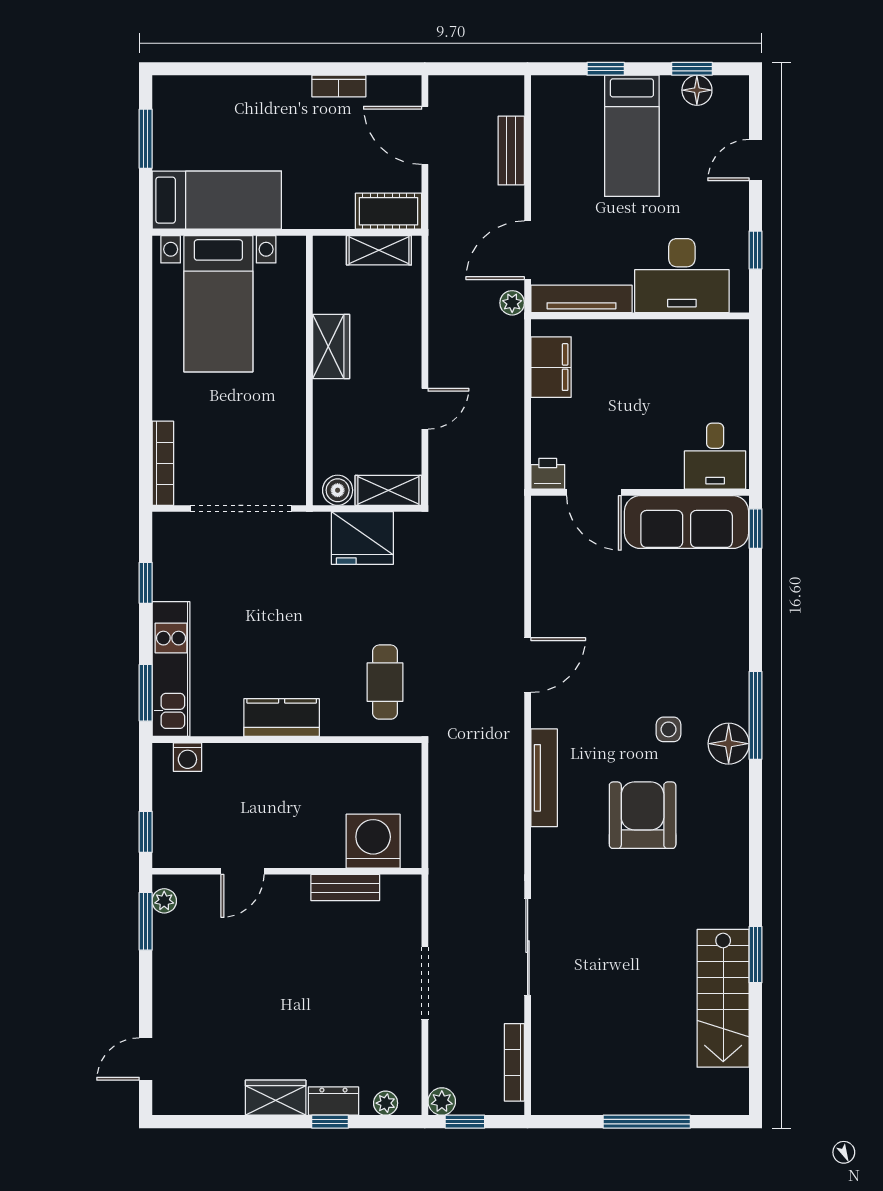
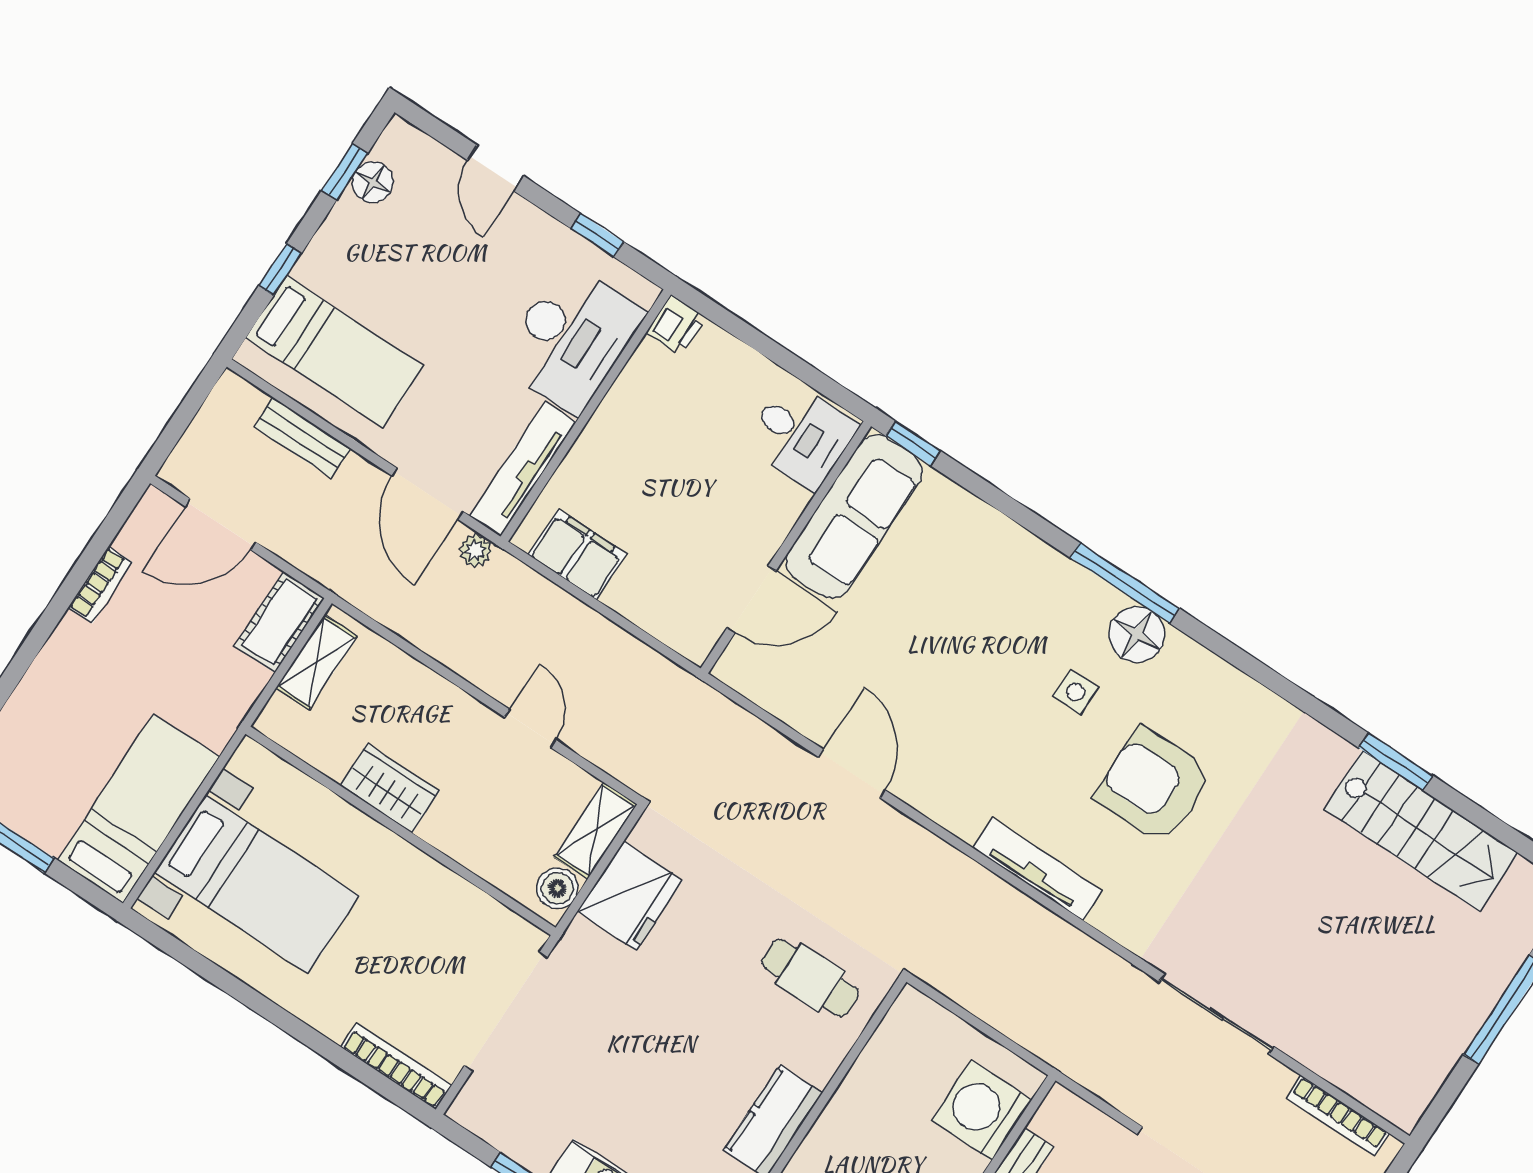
bed: (632, 136) -> (335, 352), moved
printer: (548, 474) -> (676, 325), moved, turned 180
door: (528, 665) -> (852, 773), moved

